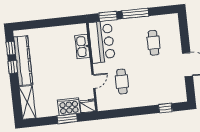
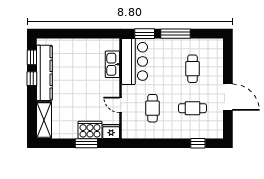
cafe table: (157, 78) -> (192, 108), added
door: (93, 82) -> (121, 105), swing flipped

